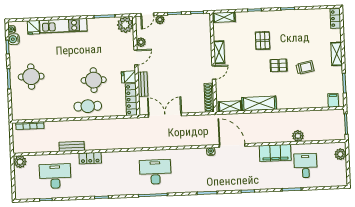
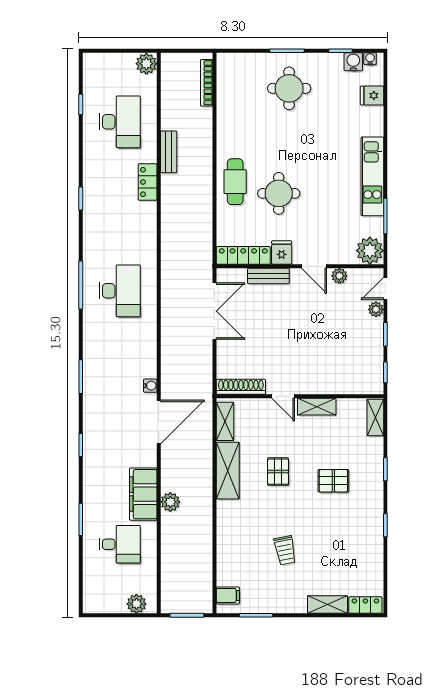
door: (147, 15) -> (385, 288), hinge flipped
kitchen unit: (63, 26) -> (372, 176), moved
shelving: (337, 54) -> (328, 605), moved
pallet: (279, 65) -> (278, 472), moved
plant: (298, 136) -> (170, 502), moved

